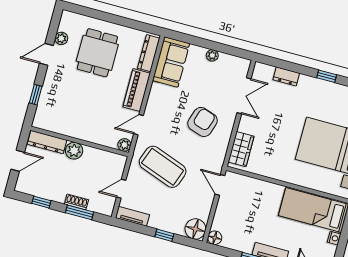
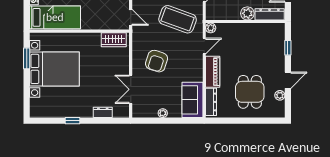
wardrobe: (241, 149) -> (114, 40), moved, turned -90

